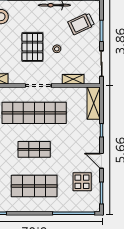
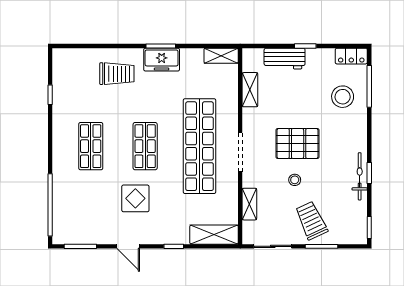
trolley: (81, 24) -> (311, 220), moved
door: (101, 161) -> (128, 246), swing flipped
display table: (82, 182) -> (135, 198), moved
shop shelf: (34, 186) -> (91, 146), width x0.70, depth x0.74

